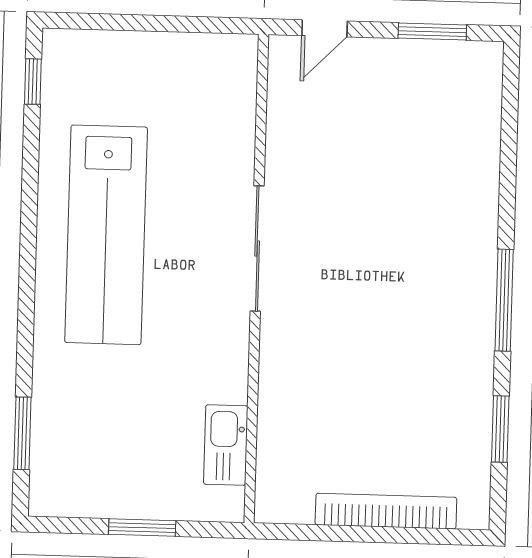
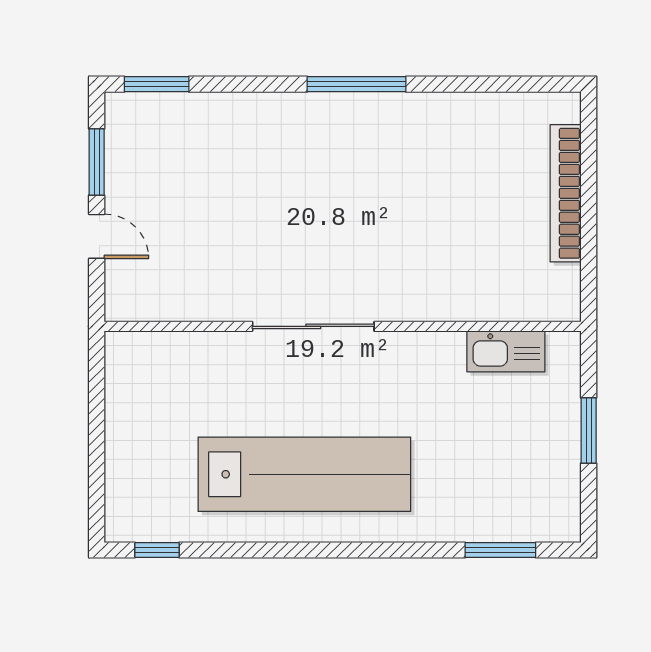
door: (325, 28) -> (97, 236), moved
window: (500, 429) -> (157, 84), moved

